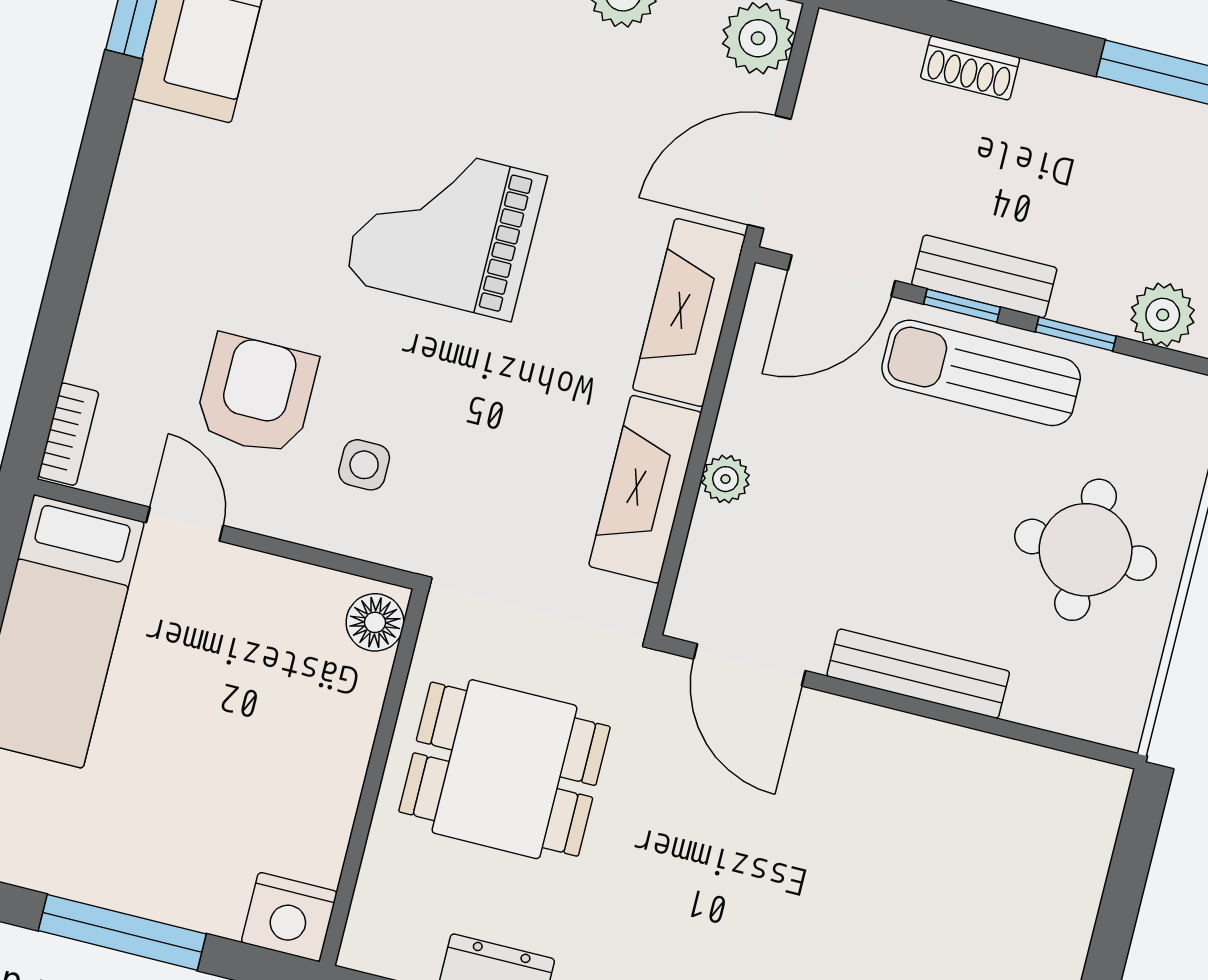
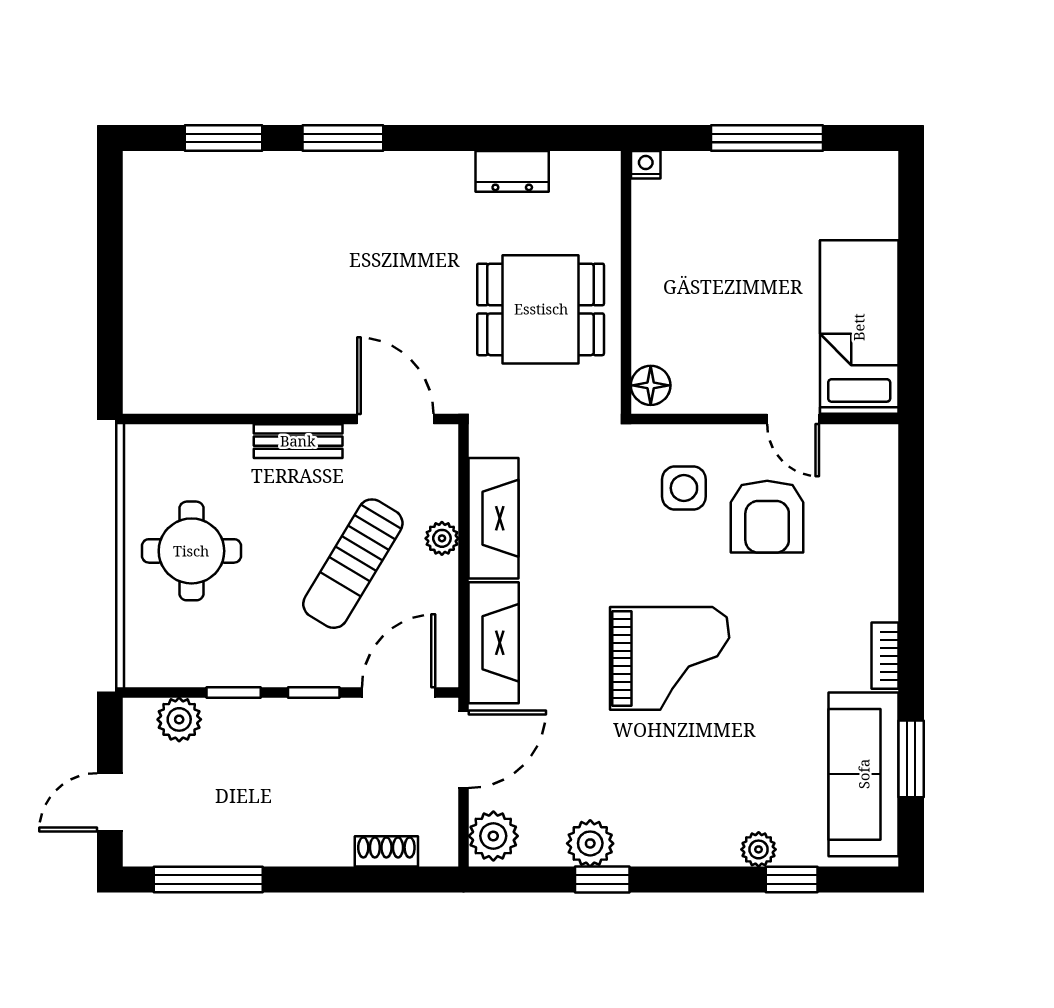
shoe rack: (970, 68) -> (386, 851), moved
bench: (984, 276) -> (304, 716), removed
sun lounger: (981, 373) -> (353, 564), moved, turned 121
bookcase: (68, 434) -> (885, 656), moved
side table: (364, 465) -> (684, 488), width x1.37, depth x1.37
bench: (918, 674) -> (298, 441), width x0.73
nightstand: (289, 917) -> (646, 165), width x0.53, depth x0.56

